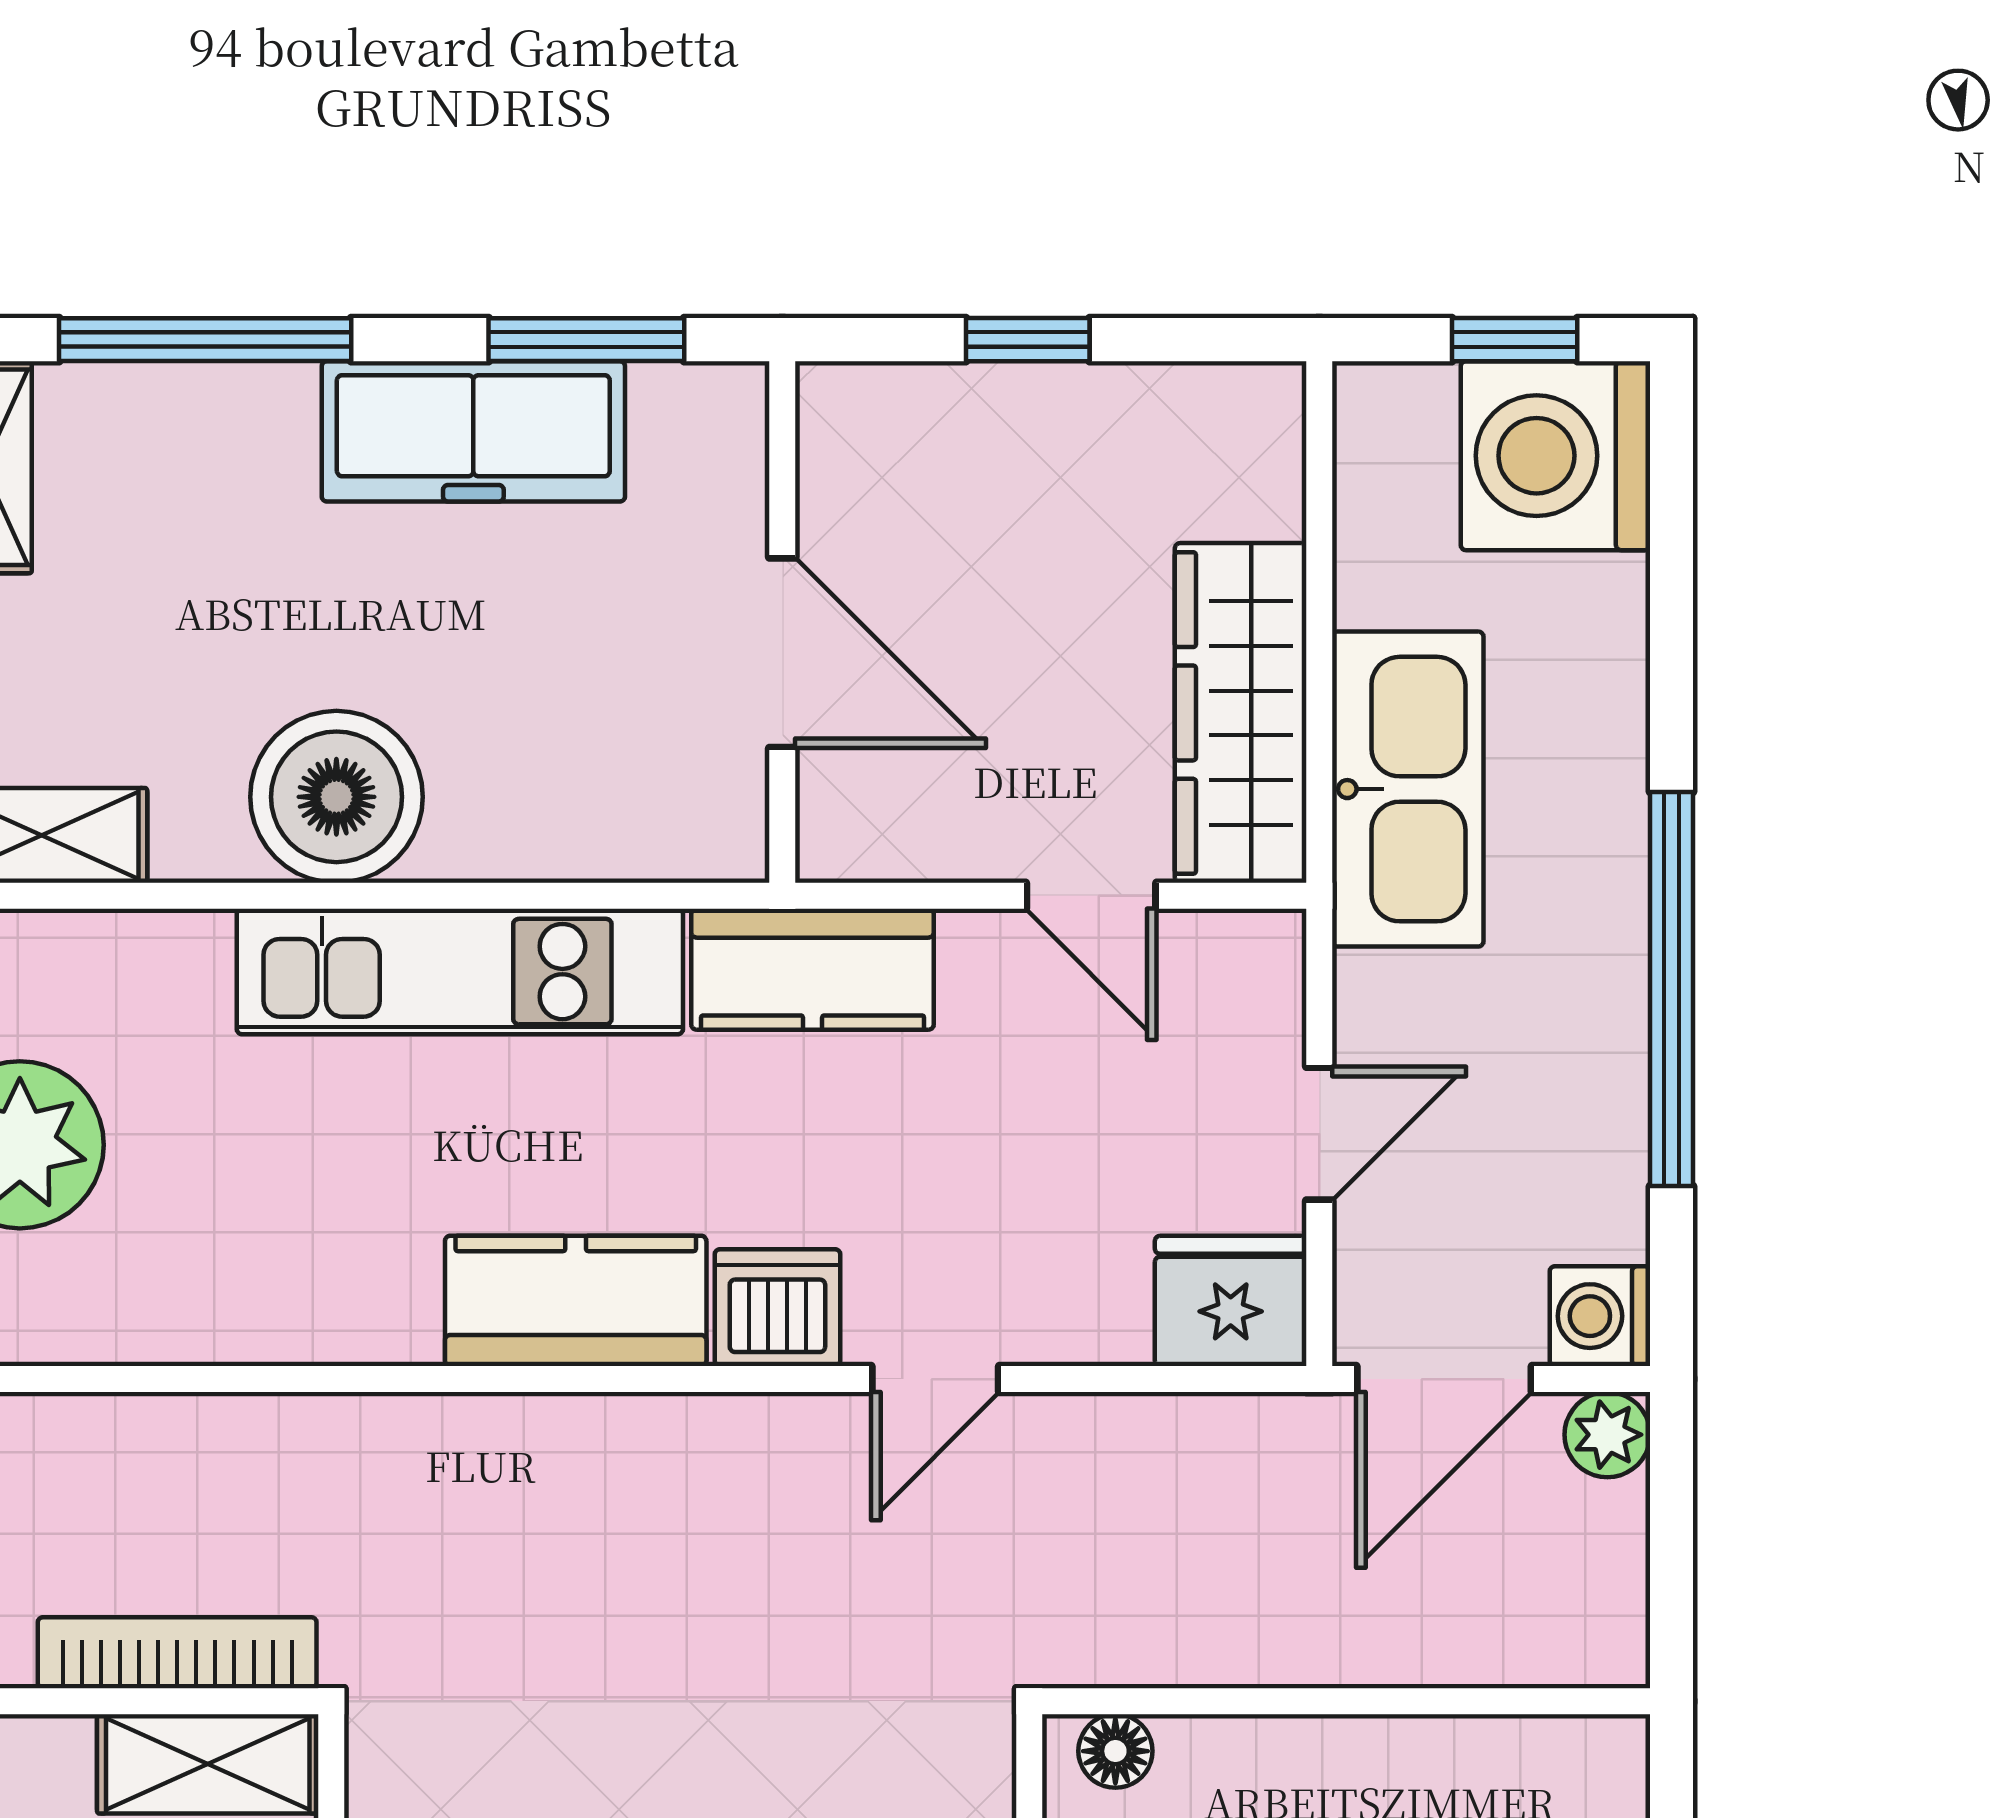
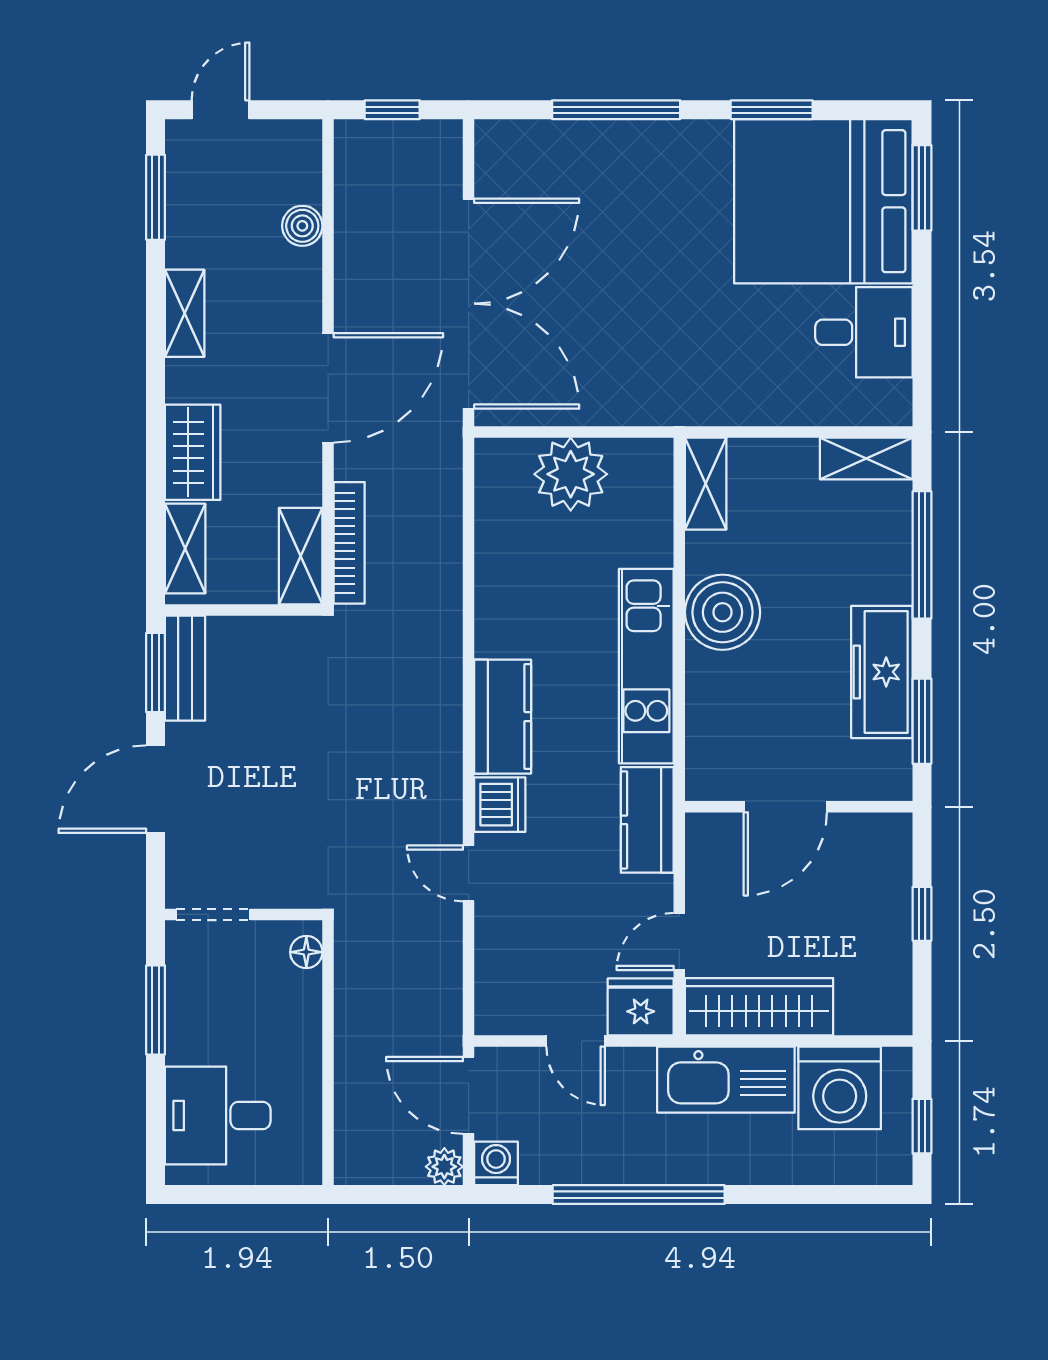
washing machine: (1555, 456) -> (840, 1088), moved, turned 180
fridge: (1231, 1301) -> (641, 1007), moved, turned -90

